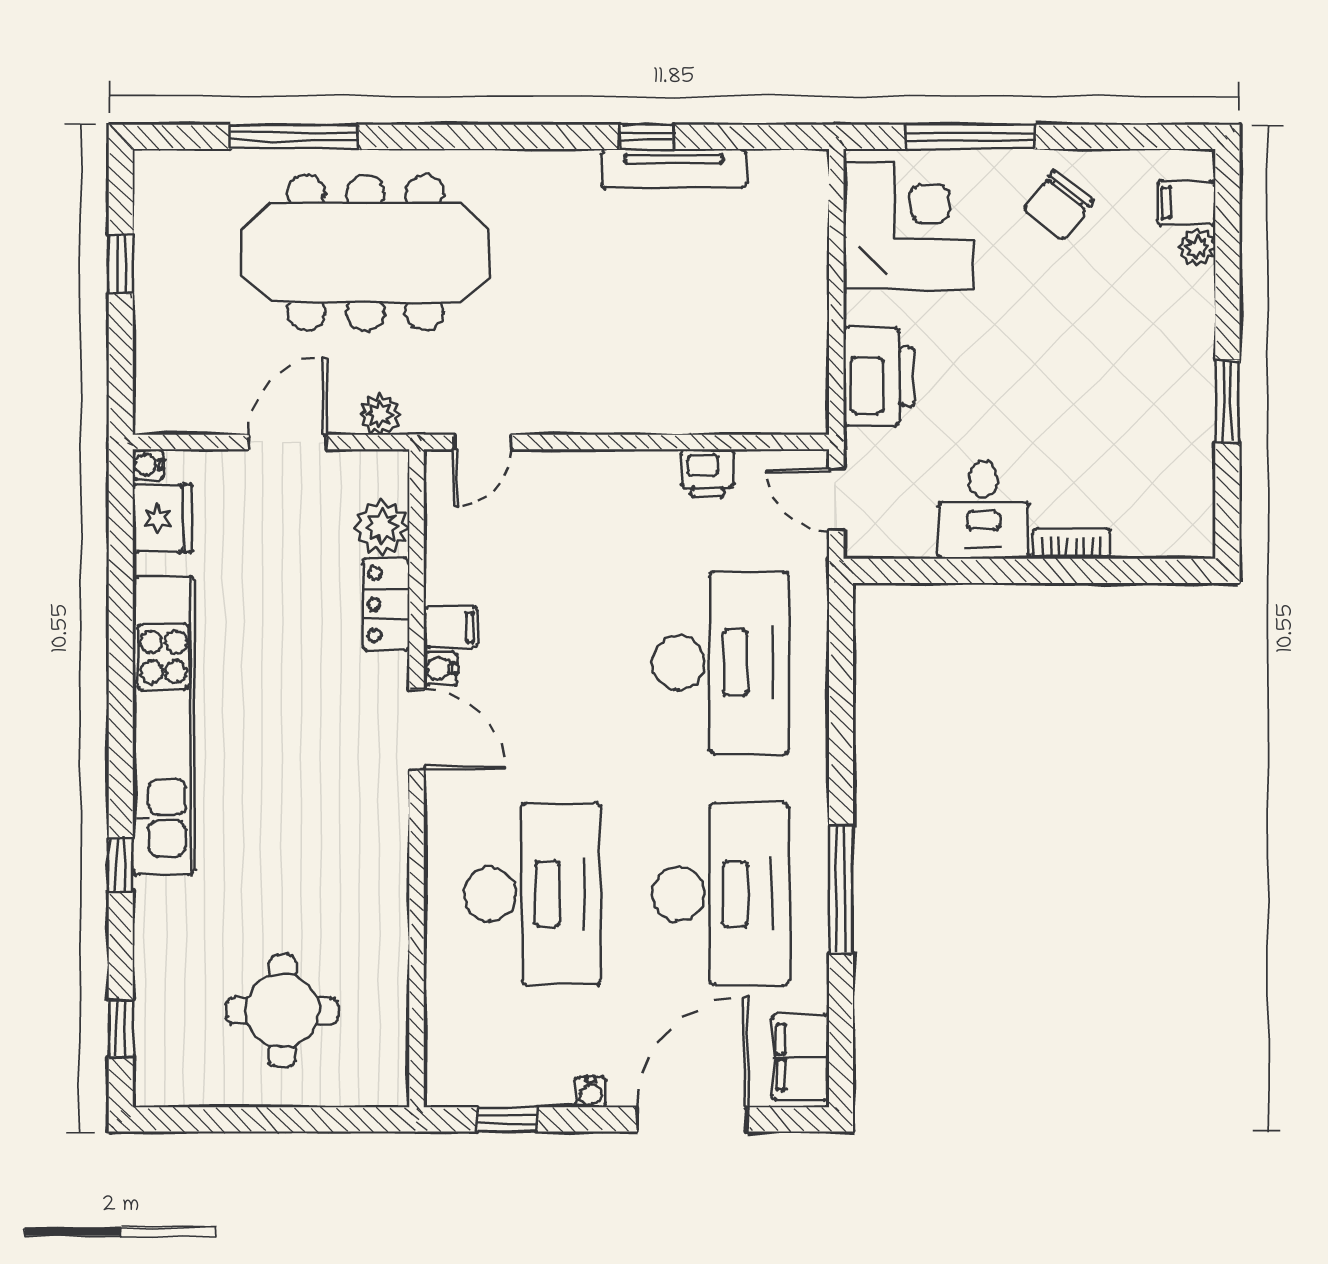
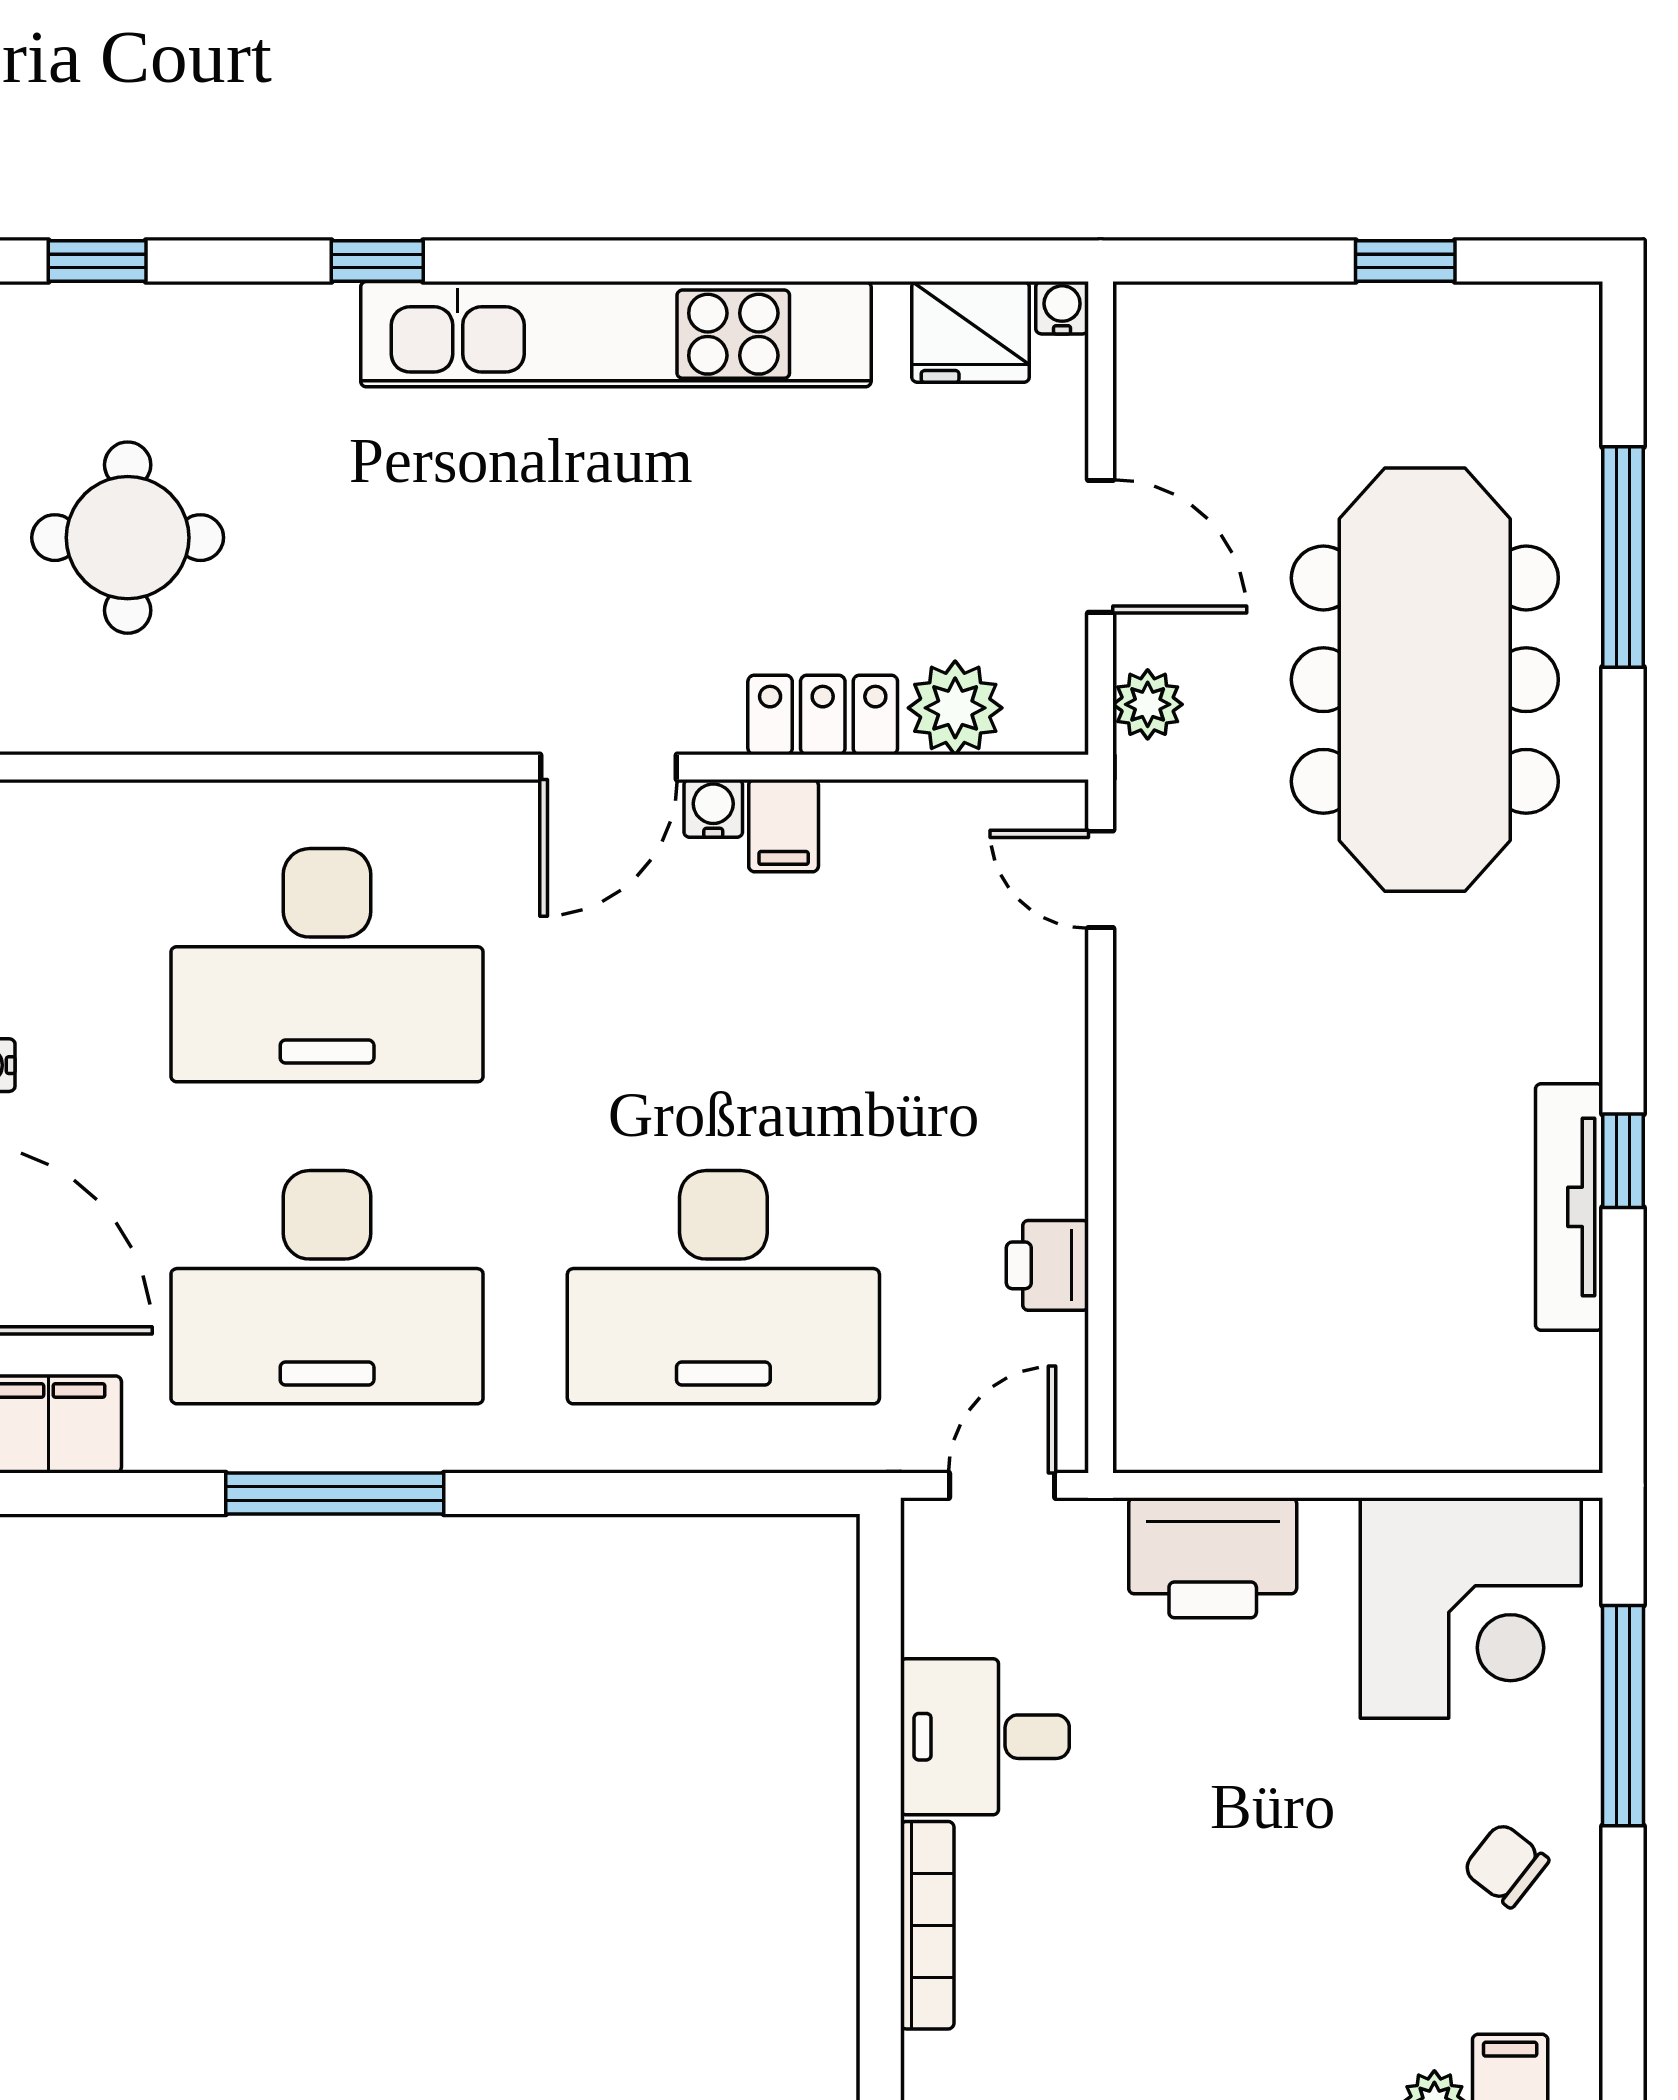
chair: (1058, 205) -> (1506, 1865), width x0.73, depth x0.73
bookcase: (1072, 543) -> (927, 1925), width x1.56

